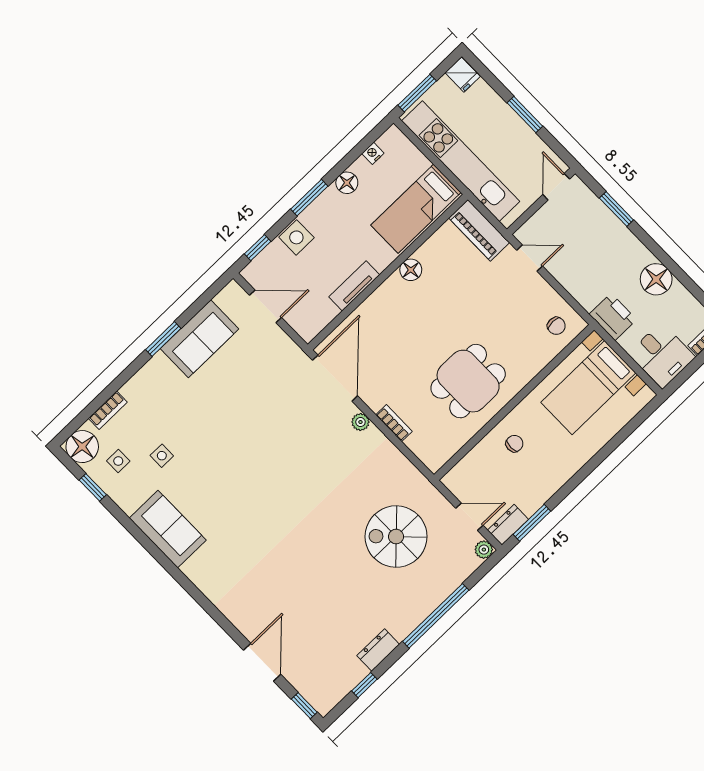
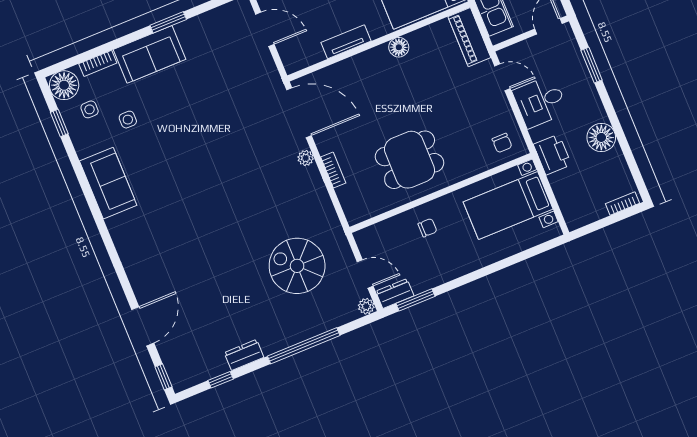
sofa: (199, 339) -> (150, 54), moved
desk: (662, 355) -> (540, 102), moved, turned 90
door: (335, 378) -> (299, 113), hinge flipped

